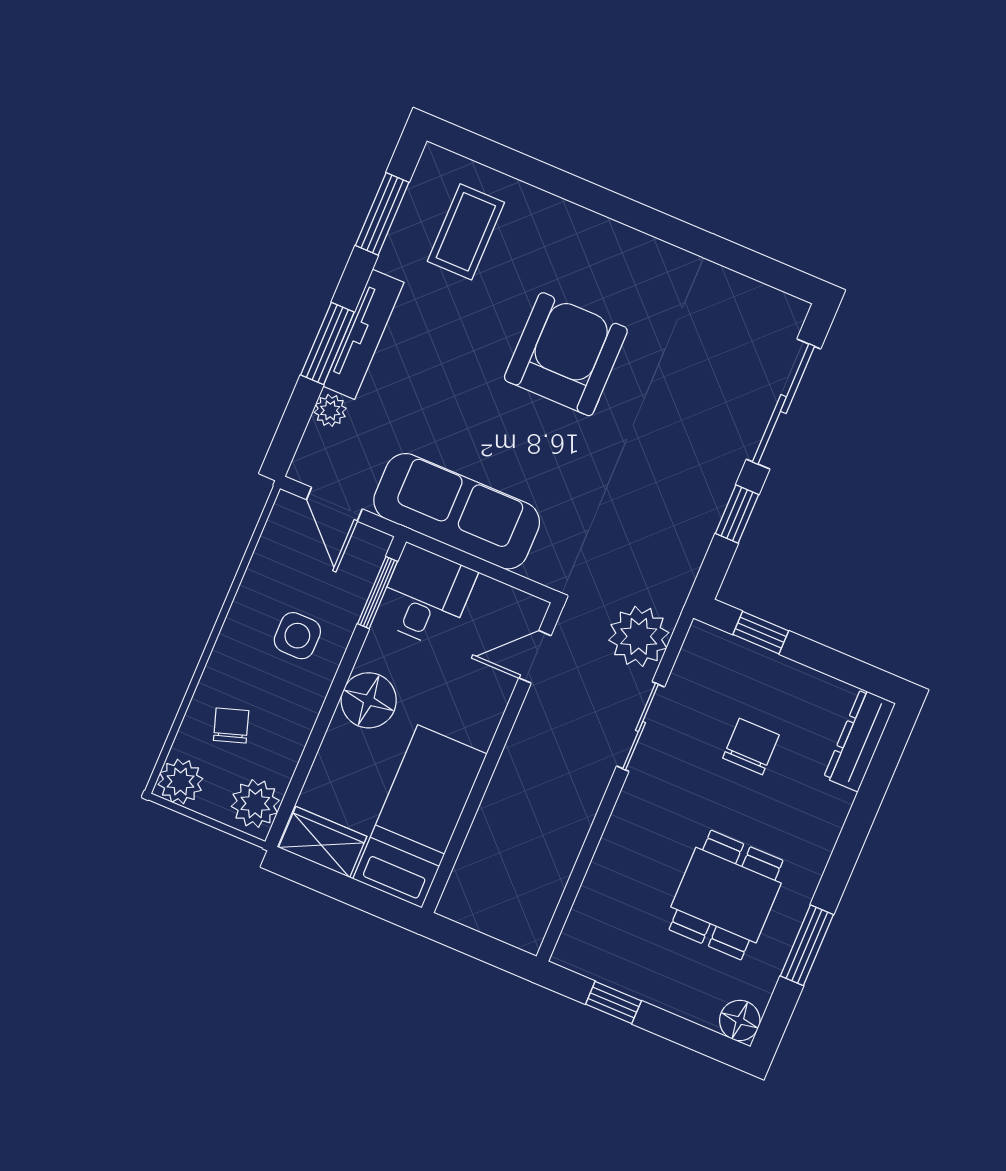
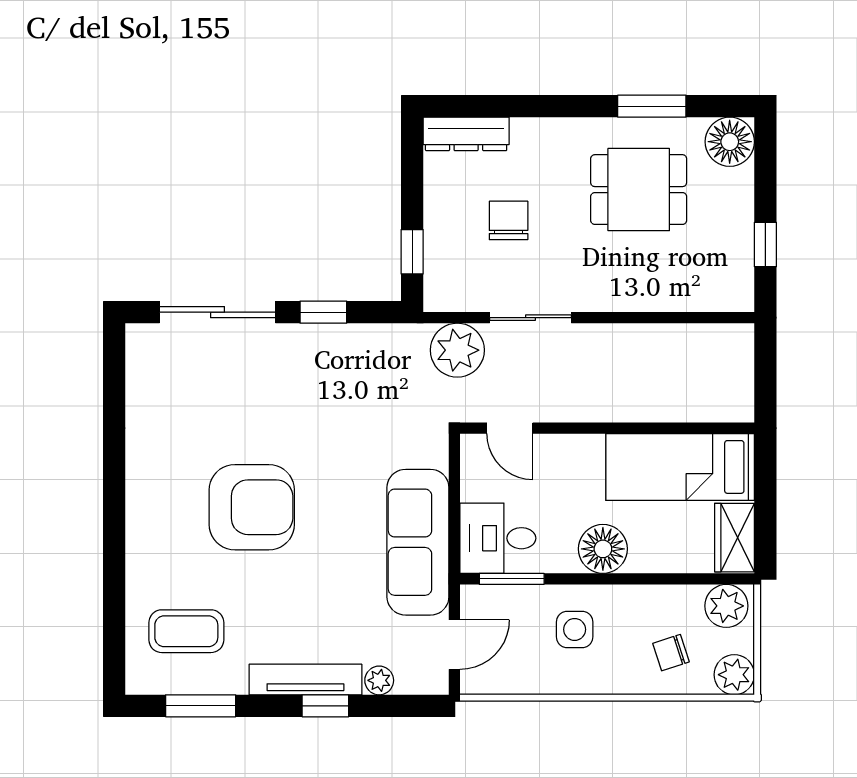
window: (327, 343) -> (325, 706), width x0.67
armchair: (566, 354) -> (252, 507), turned 180
chair: (751, 746) -> (509, 220), turned 90
floor lamp: (740, 1020) -> (730, 142), width x1.38, depth x1.38

